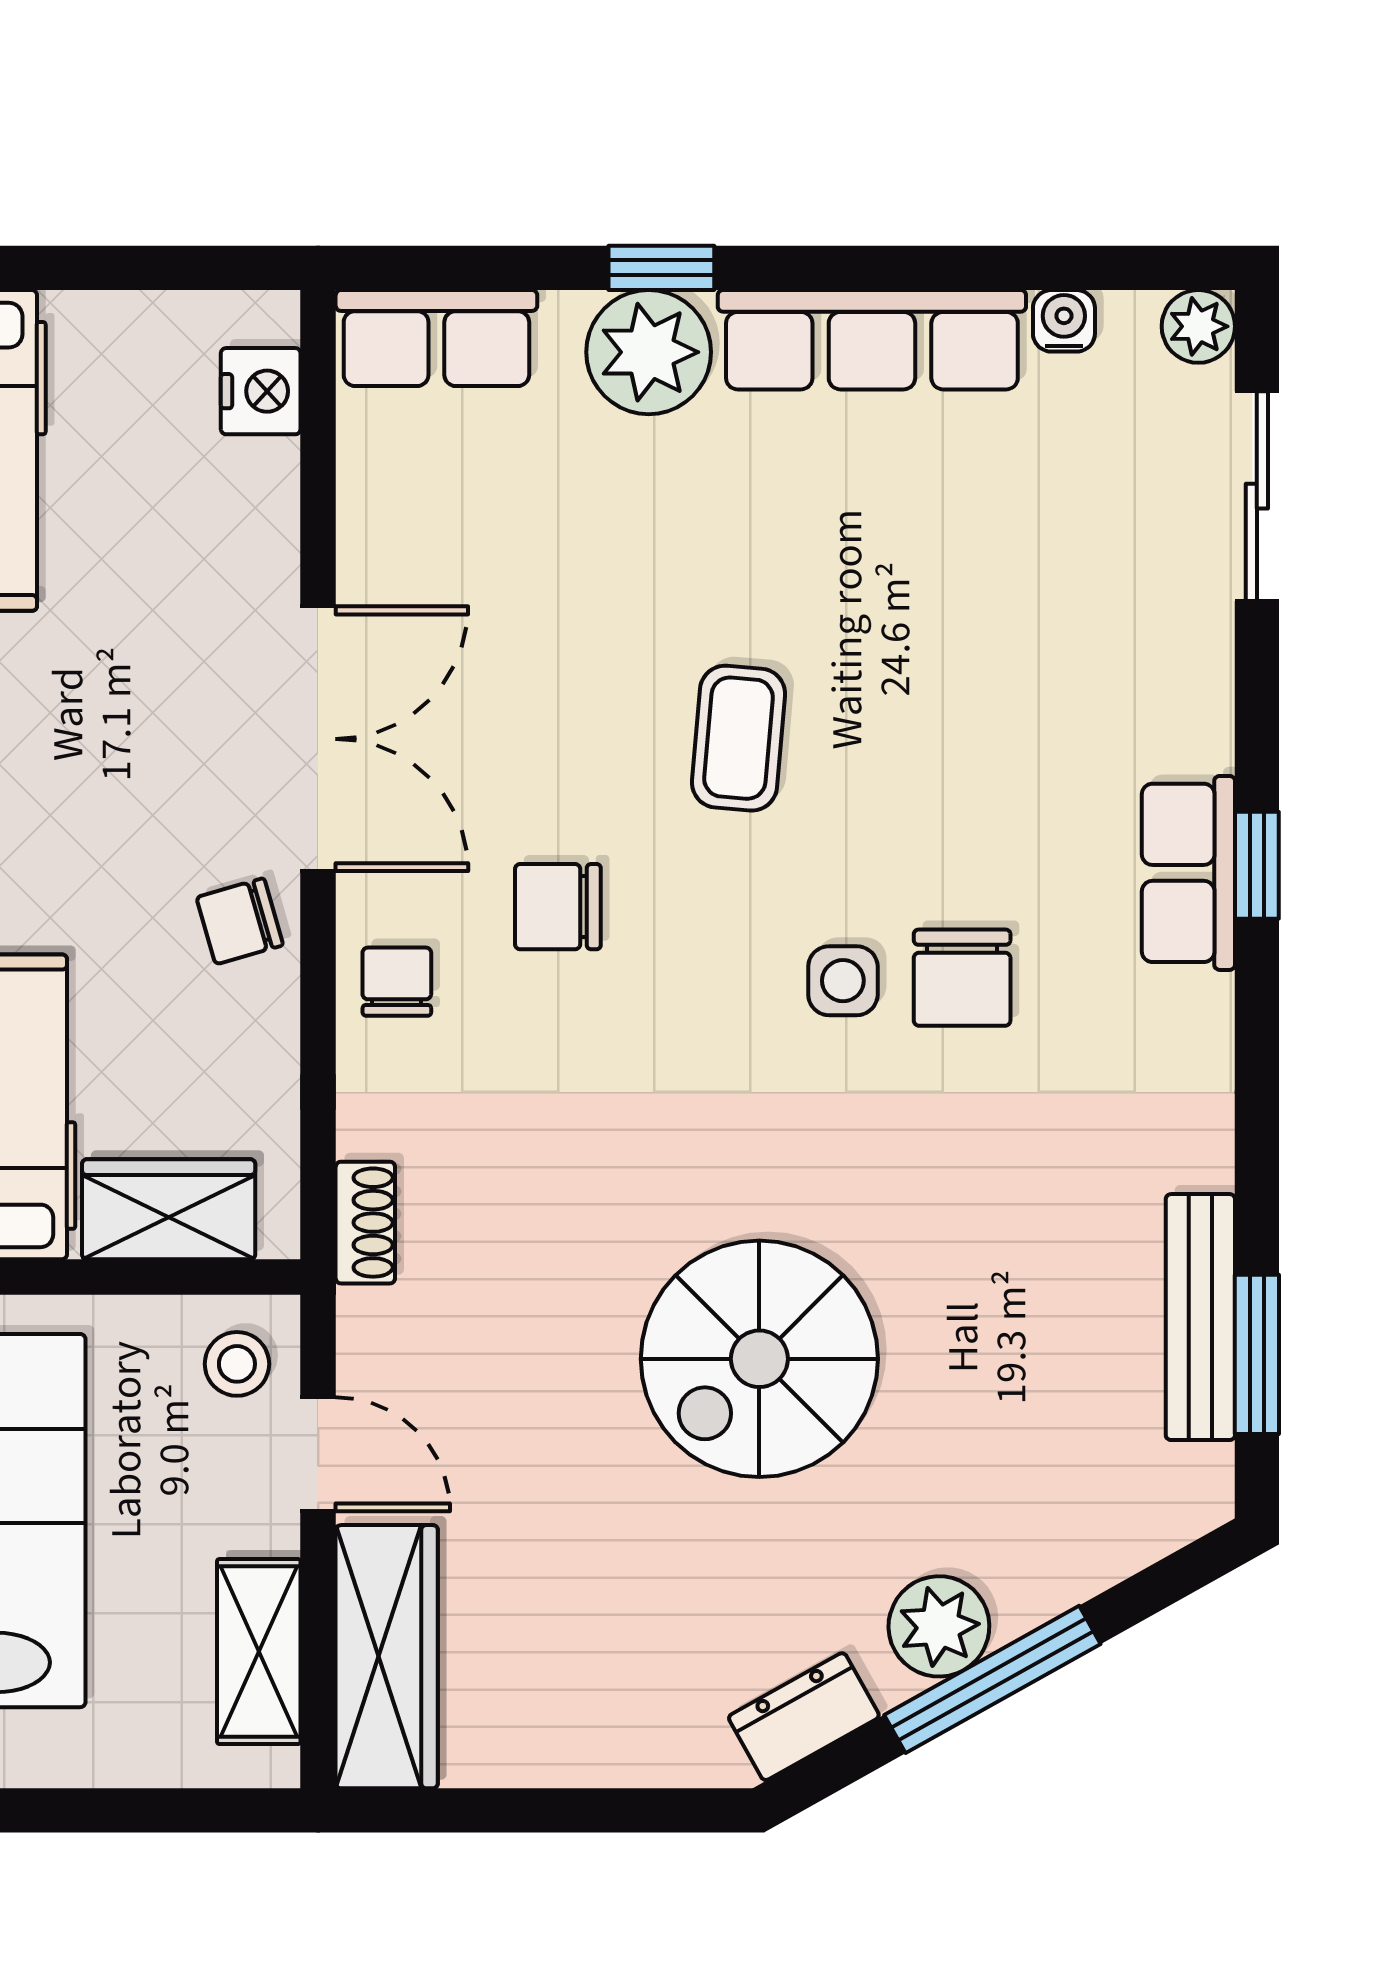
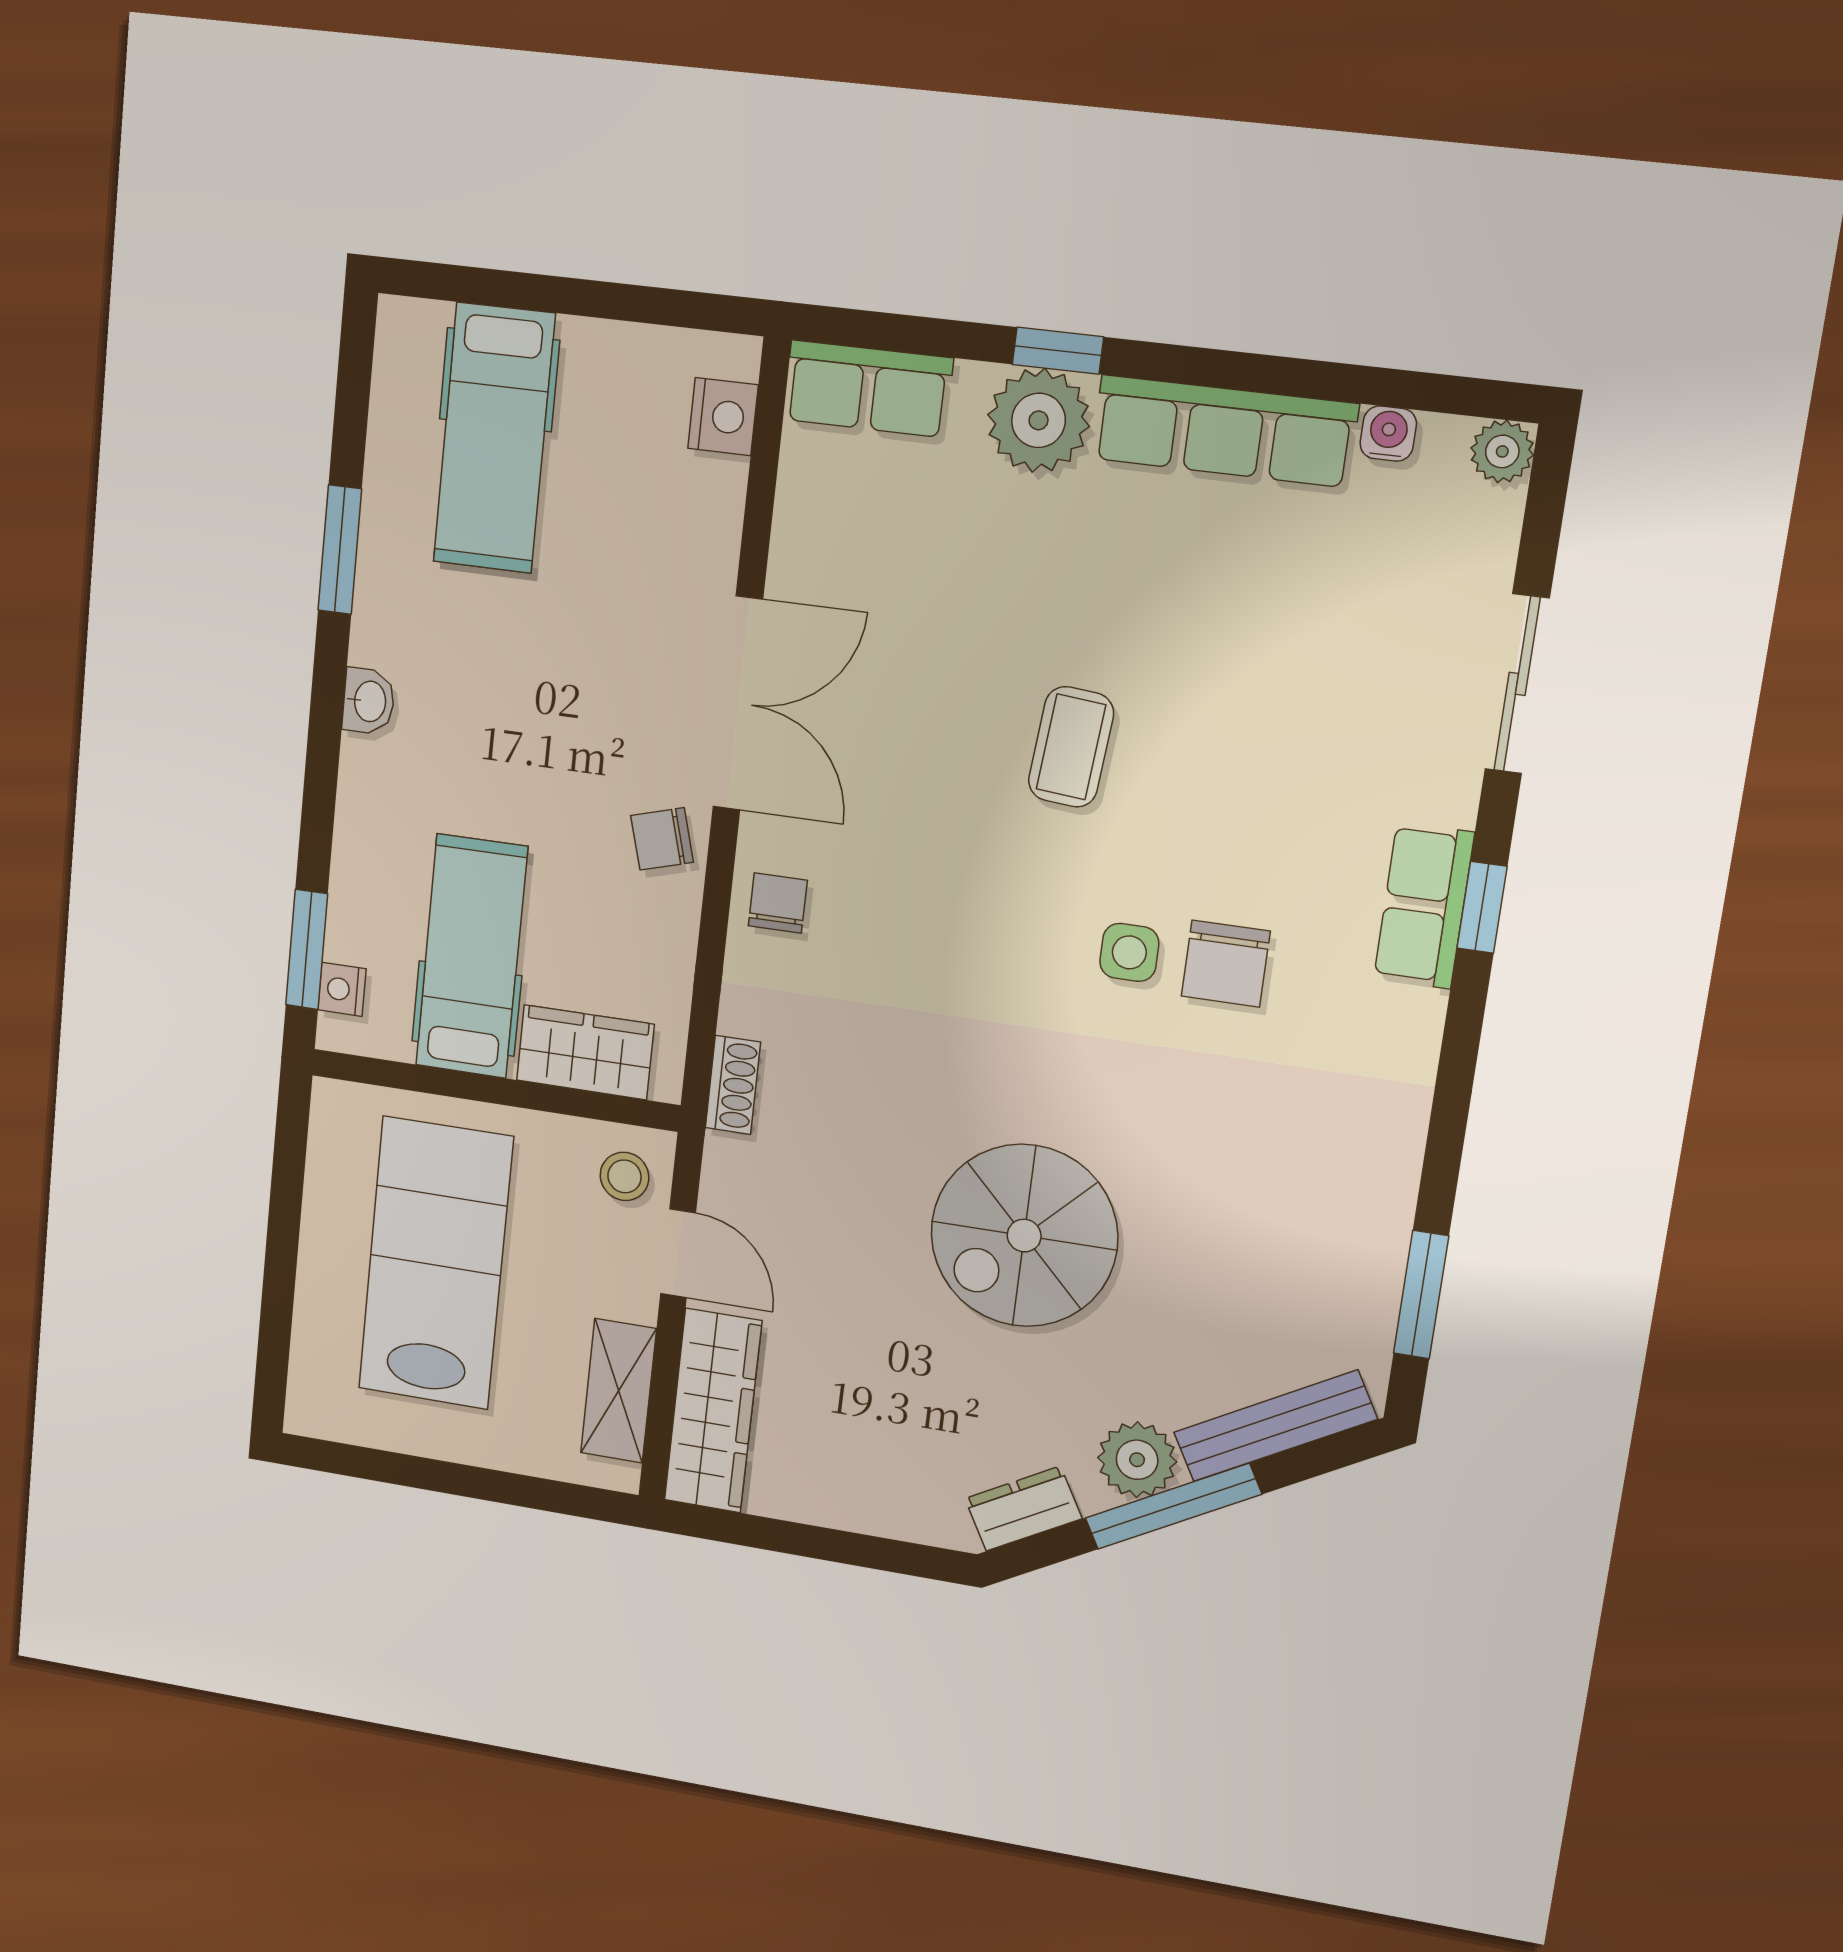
sliding door: (1257, 496) -> (1517, 684), moved
chair: (558, 907) -> (910, 862), removed
bench: (1200, 1317) -> (1275, 1426), moved, turned 61

